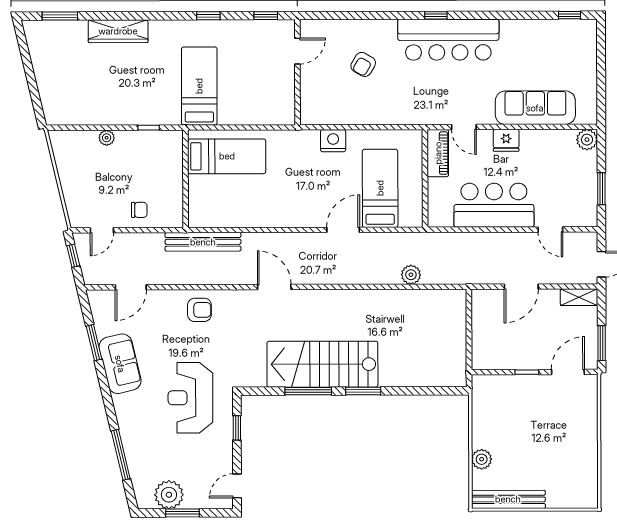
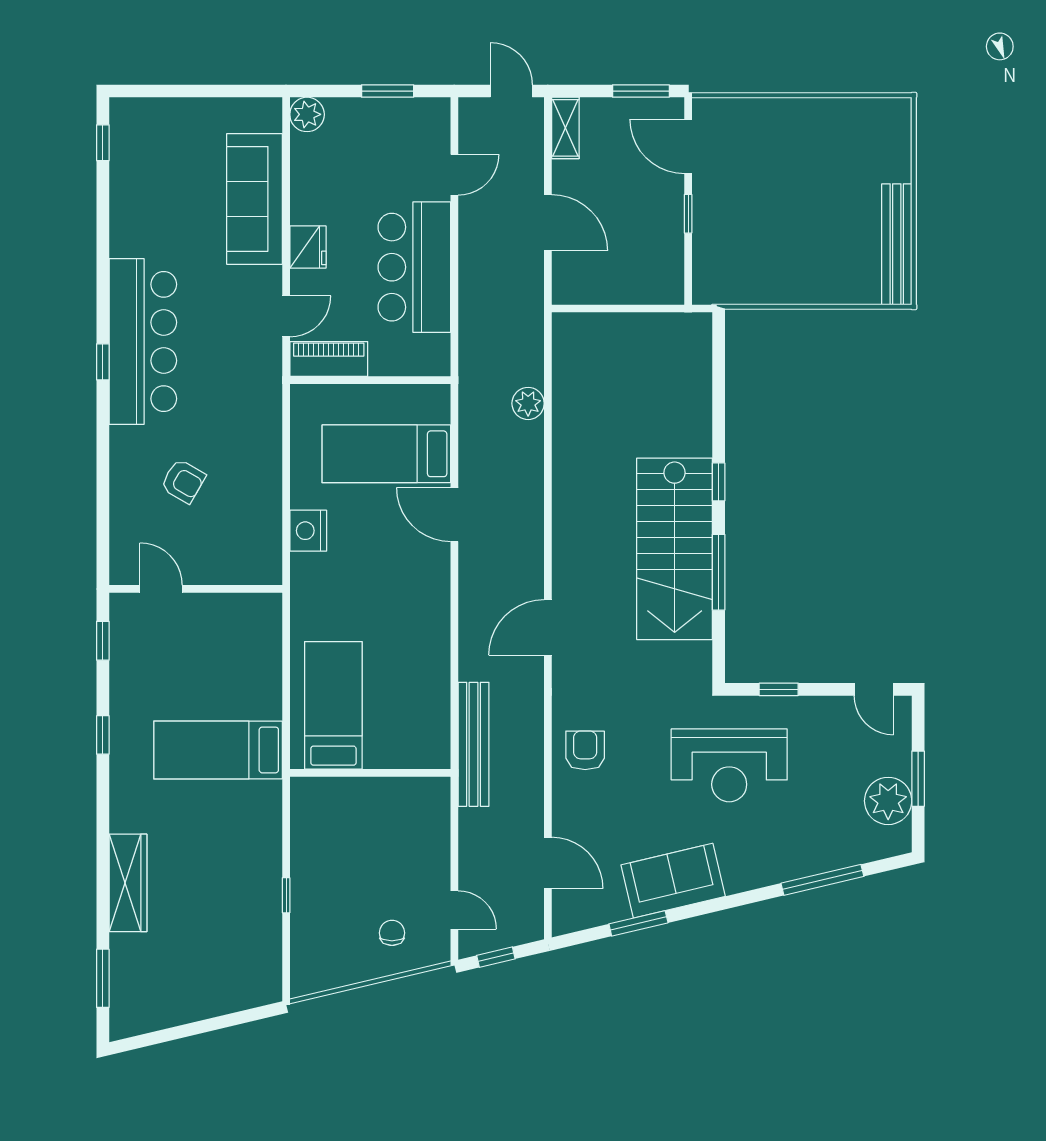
window: (149, 128) -> (286, 895), moved
plant: (107, 138) -> (303, 902), removed
chair: (139, 210) -> (392, 933), moved
window: (363, 391) -> (719, 482), width x0.67
plant: (482, 459) -> (831, 288), removed

